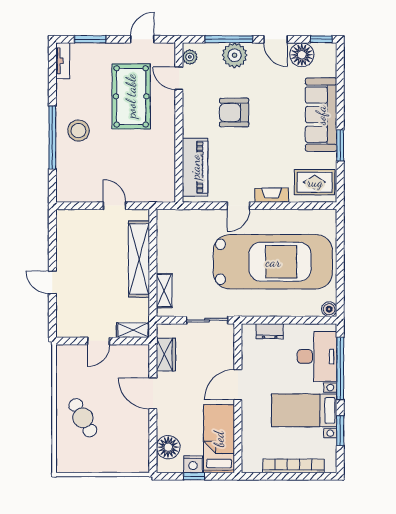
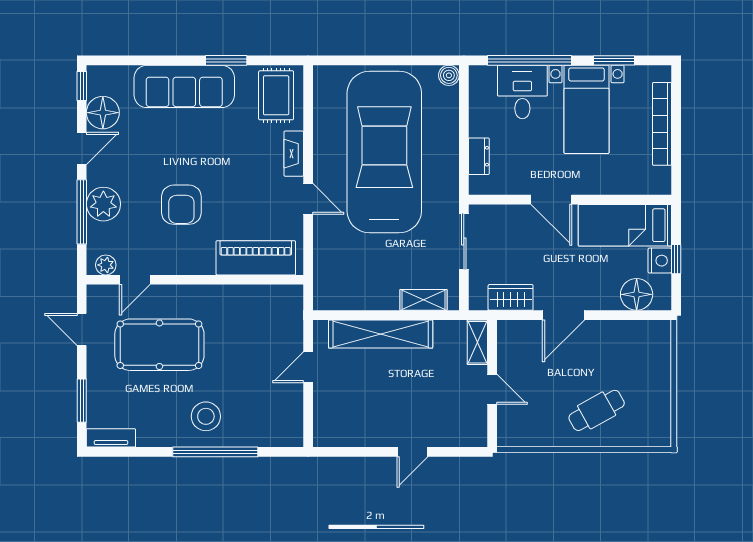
desk: (317, 356) -> (522, 92), width x0.73

